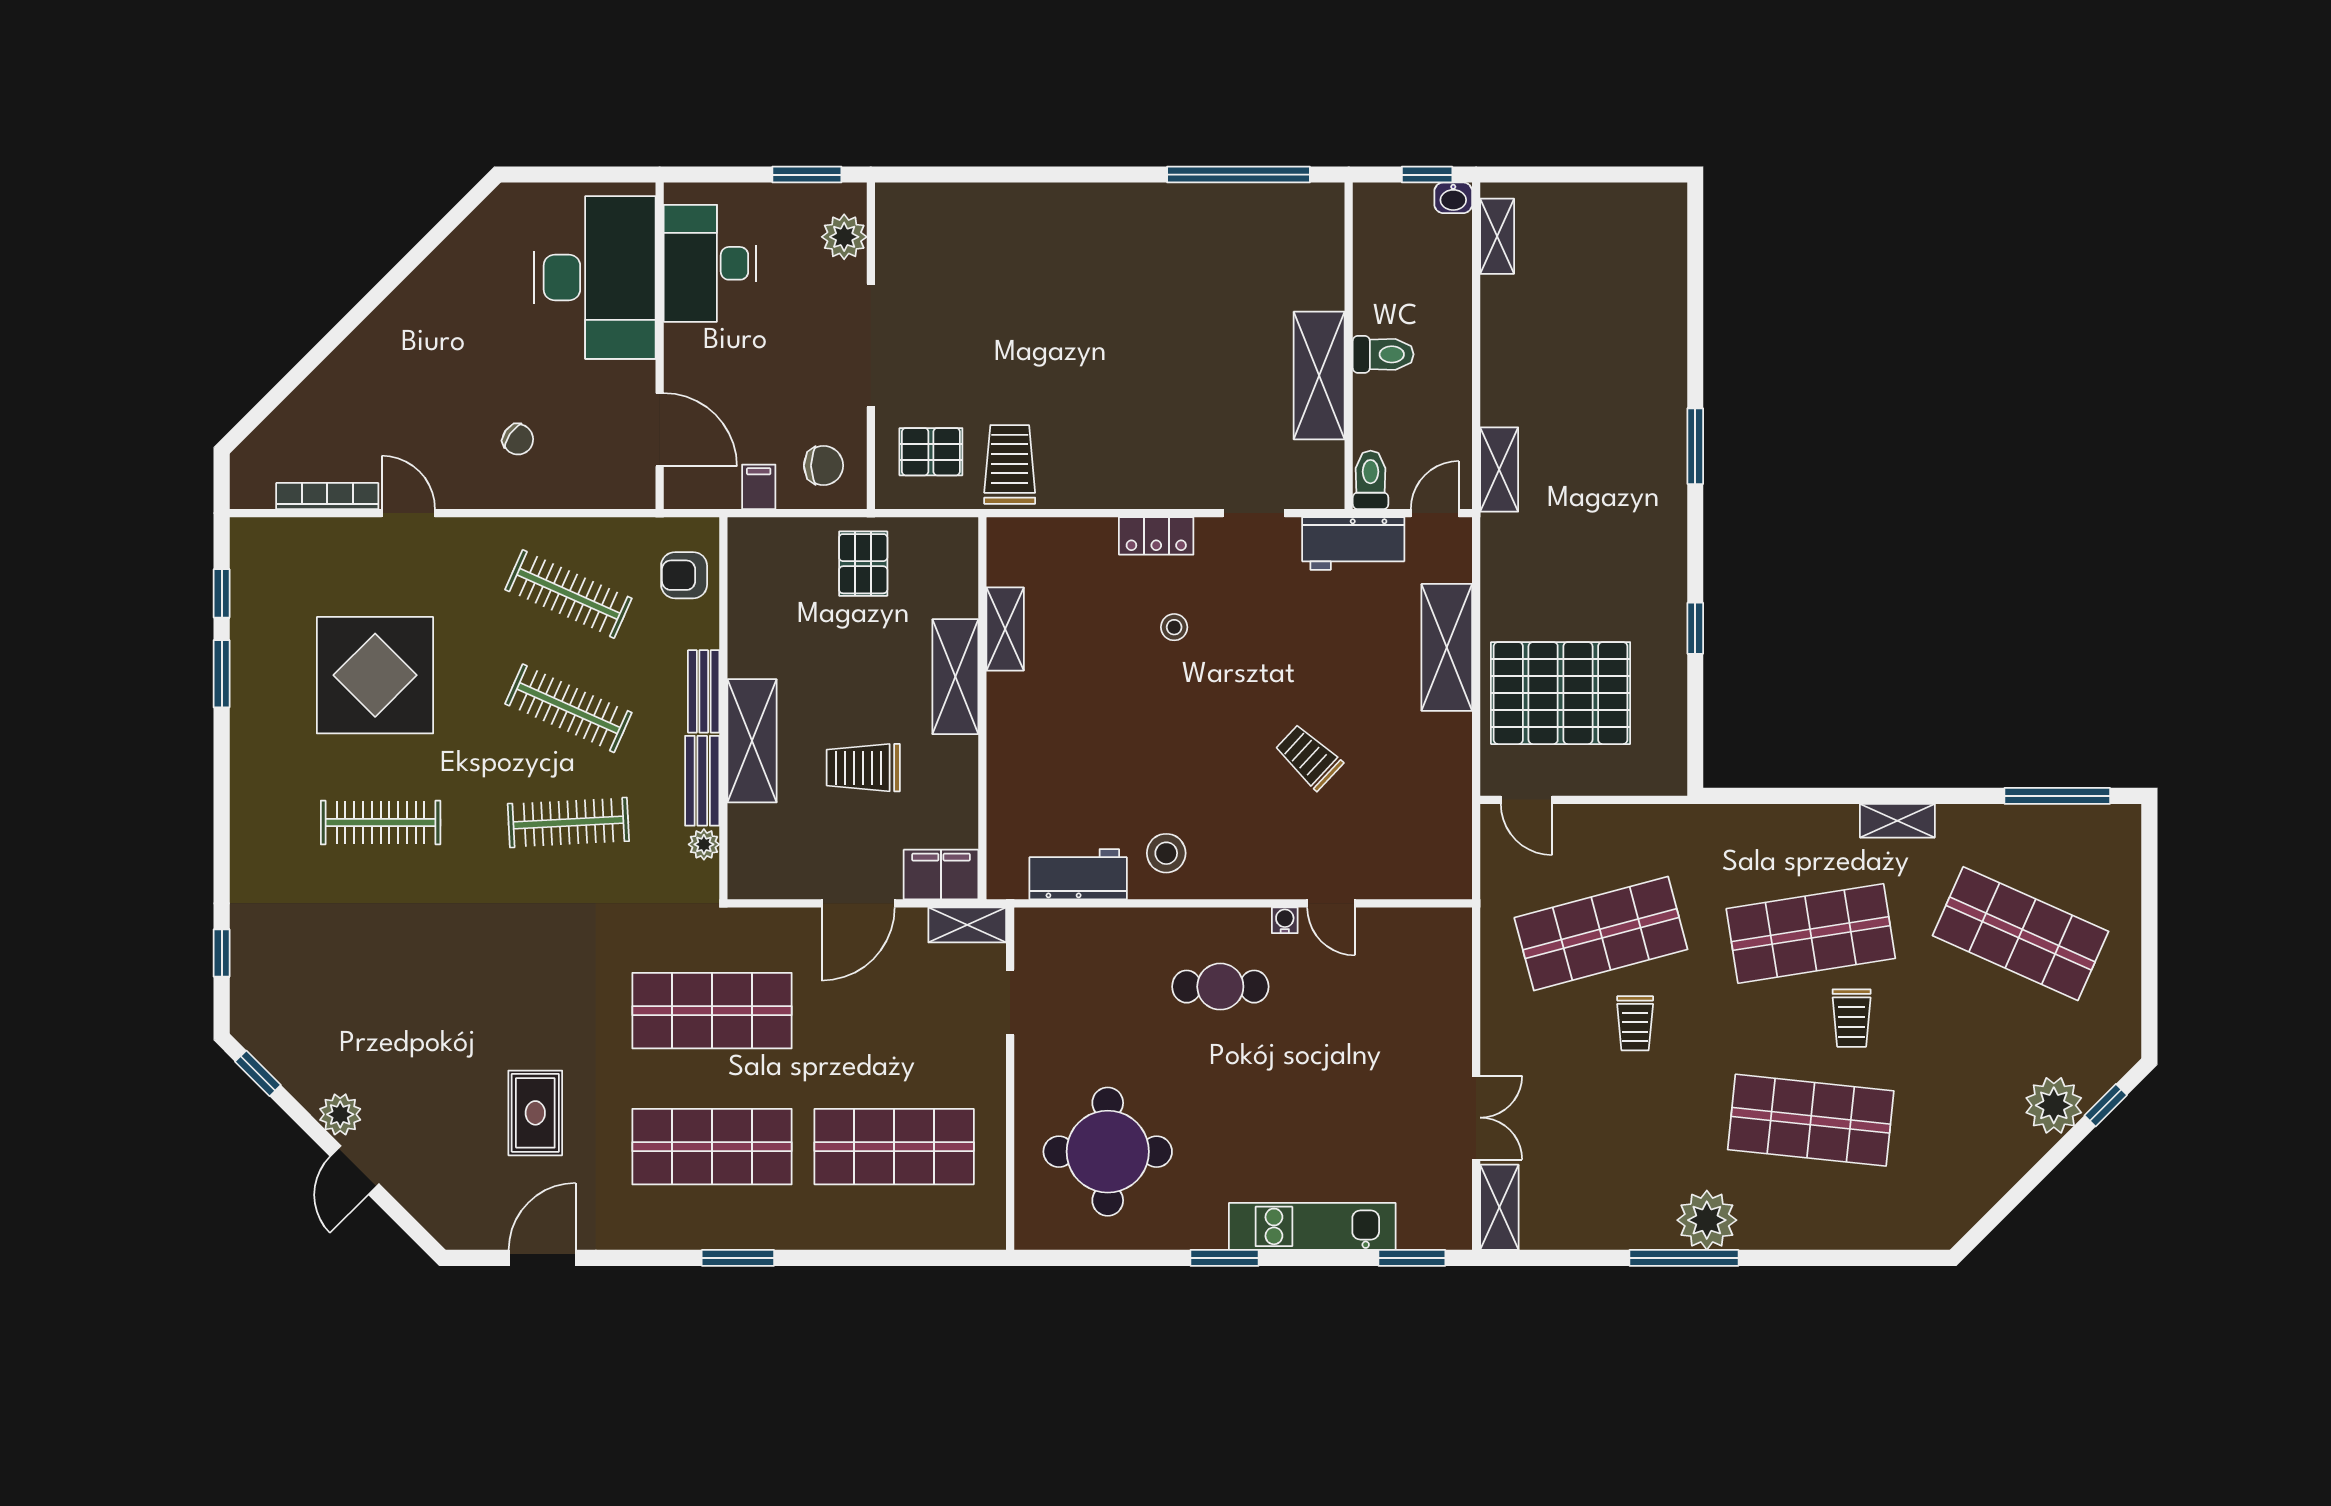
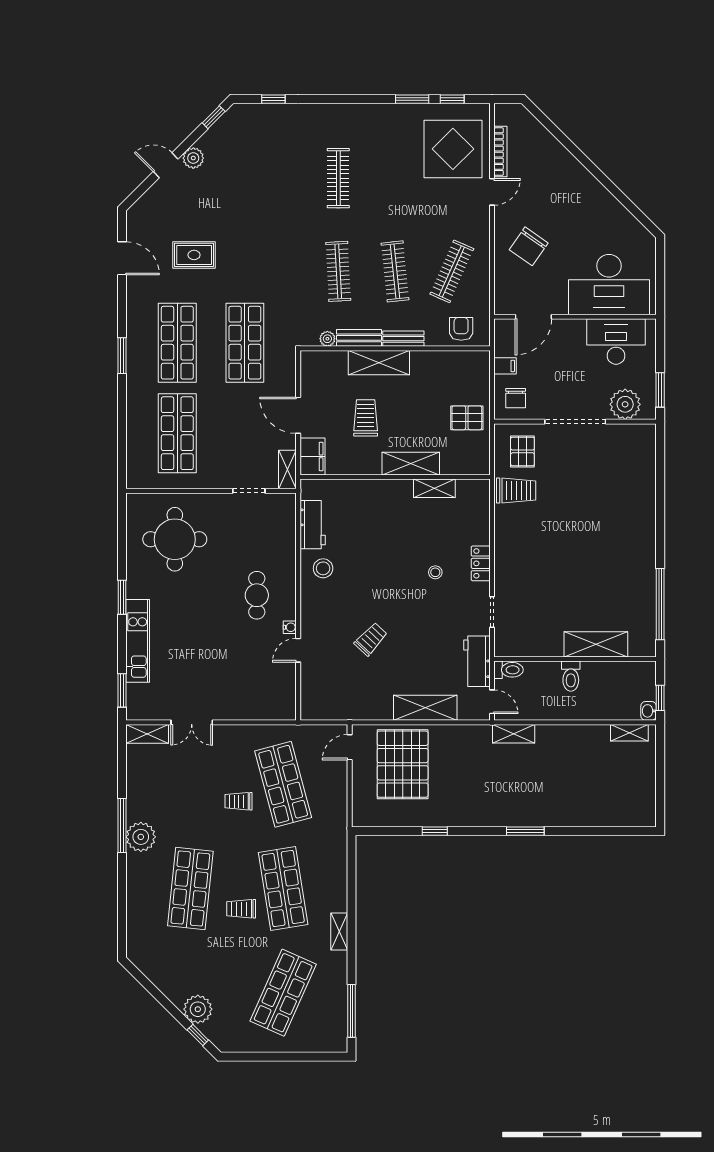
plant: (844, 237) -> (625, 404), width x1.36, depth x1.36
shelving: (1319, 376) -> (596, 644), moved
chair: (518, 439) -> (529, 246), width x1.87, depth x1.87
display table: (375, 675) -> (453, 149), moved
clothes rail: (568, 708) -> (395, 271), turned -30

